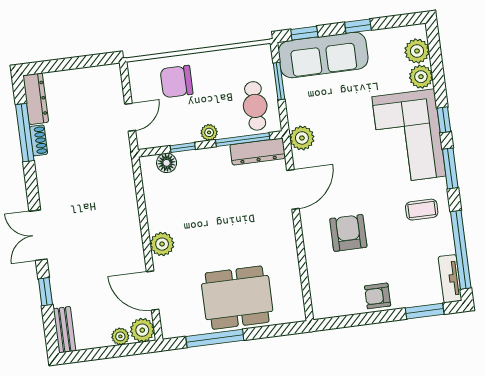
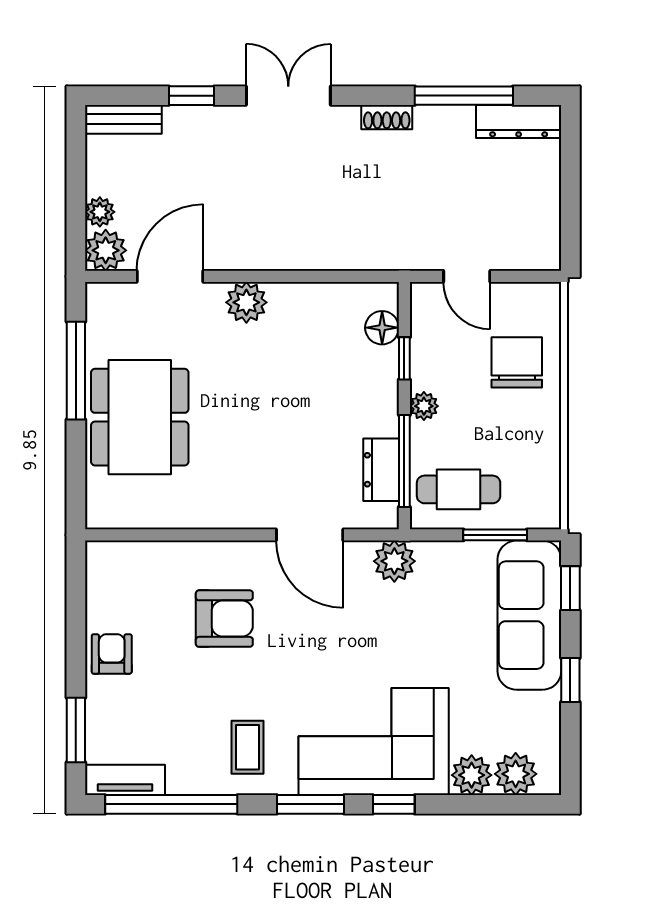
shoe rack: (39, 140) -> (387, 117), moved
dresser: (258, 152) -> (381, 470), width x0.70

